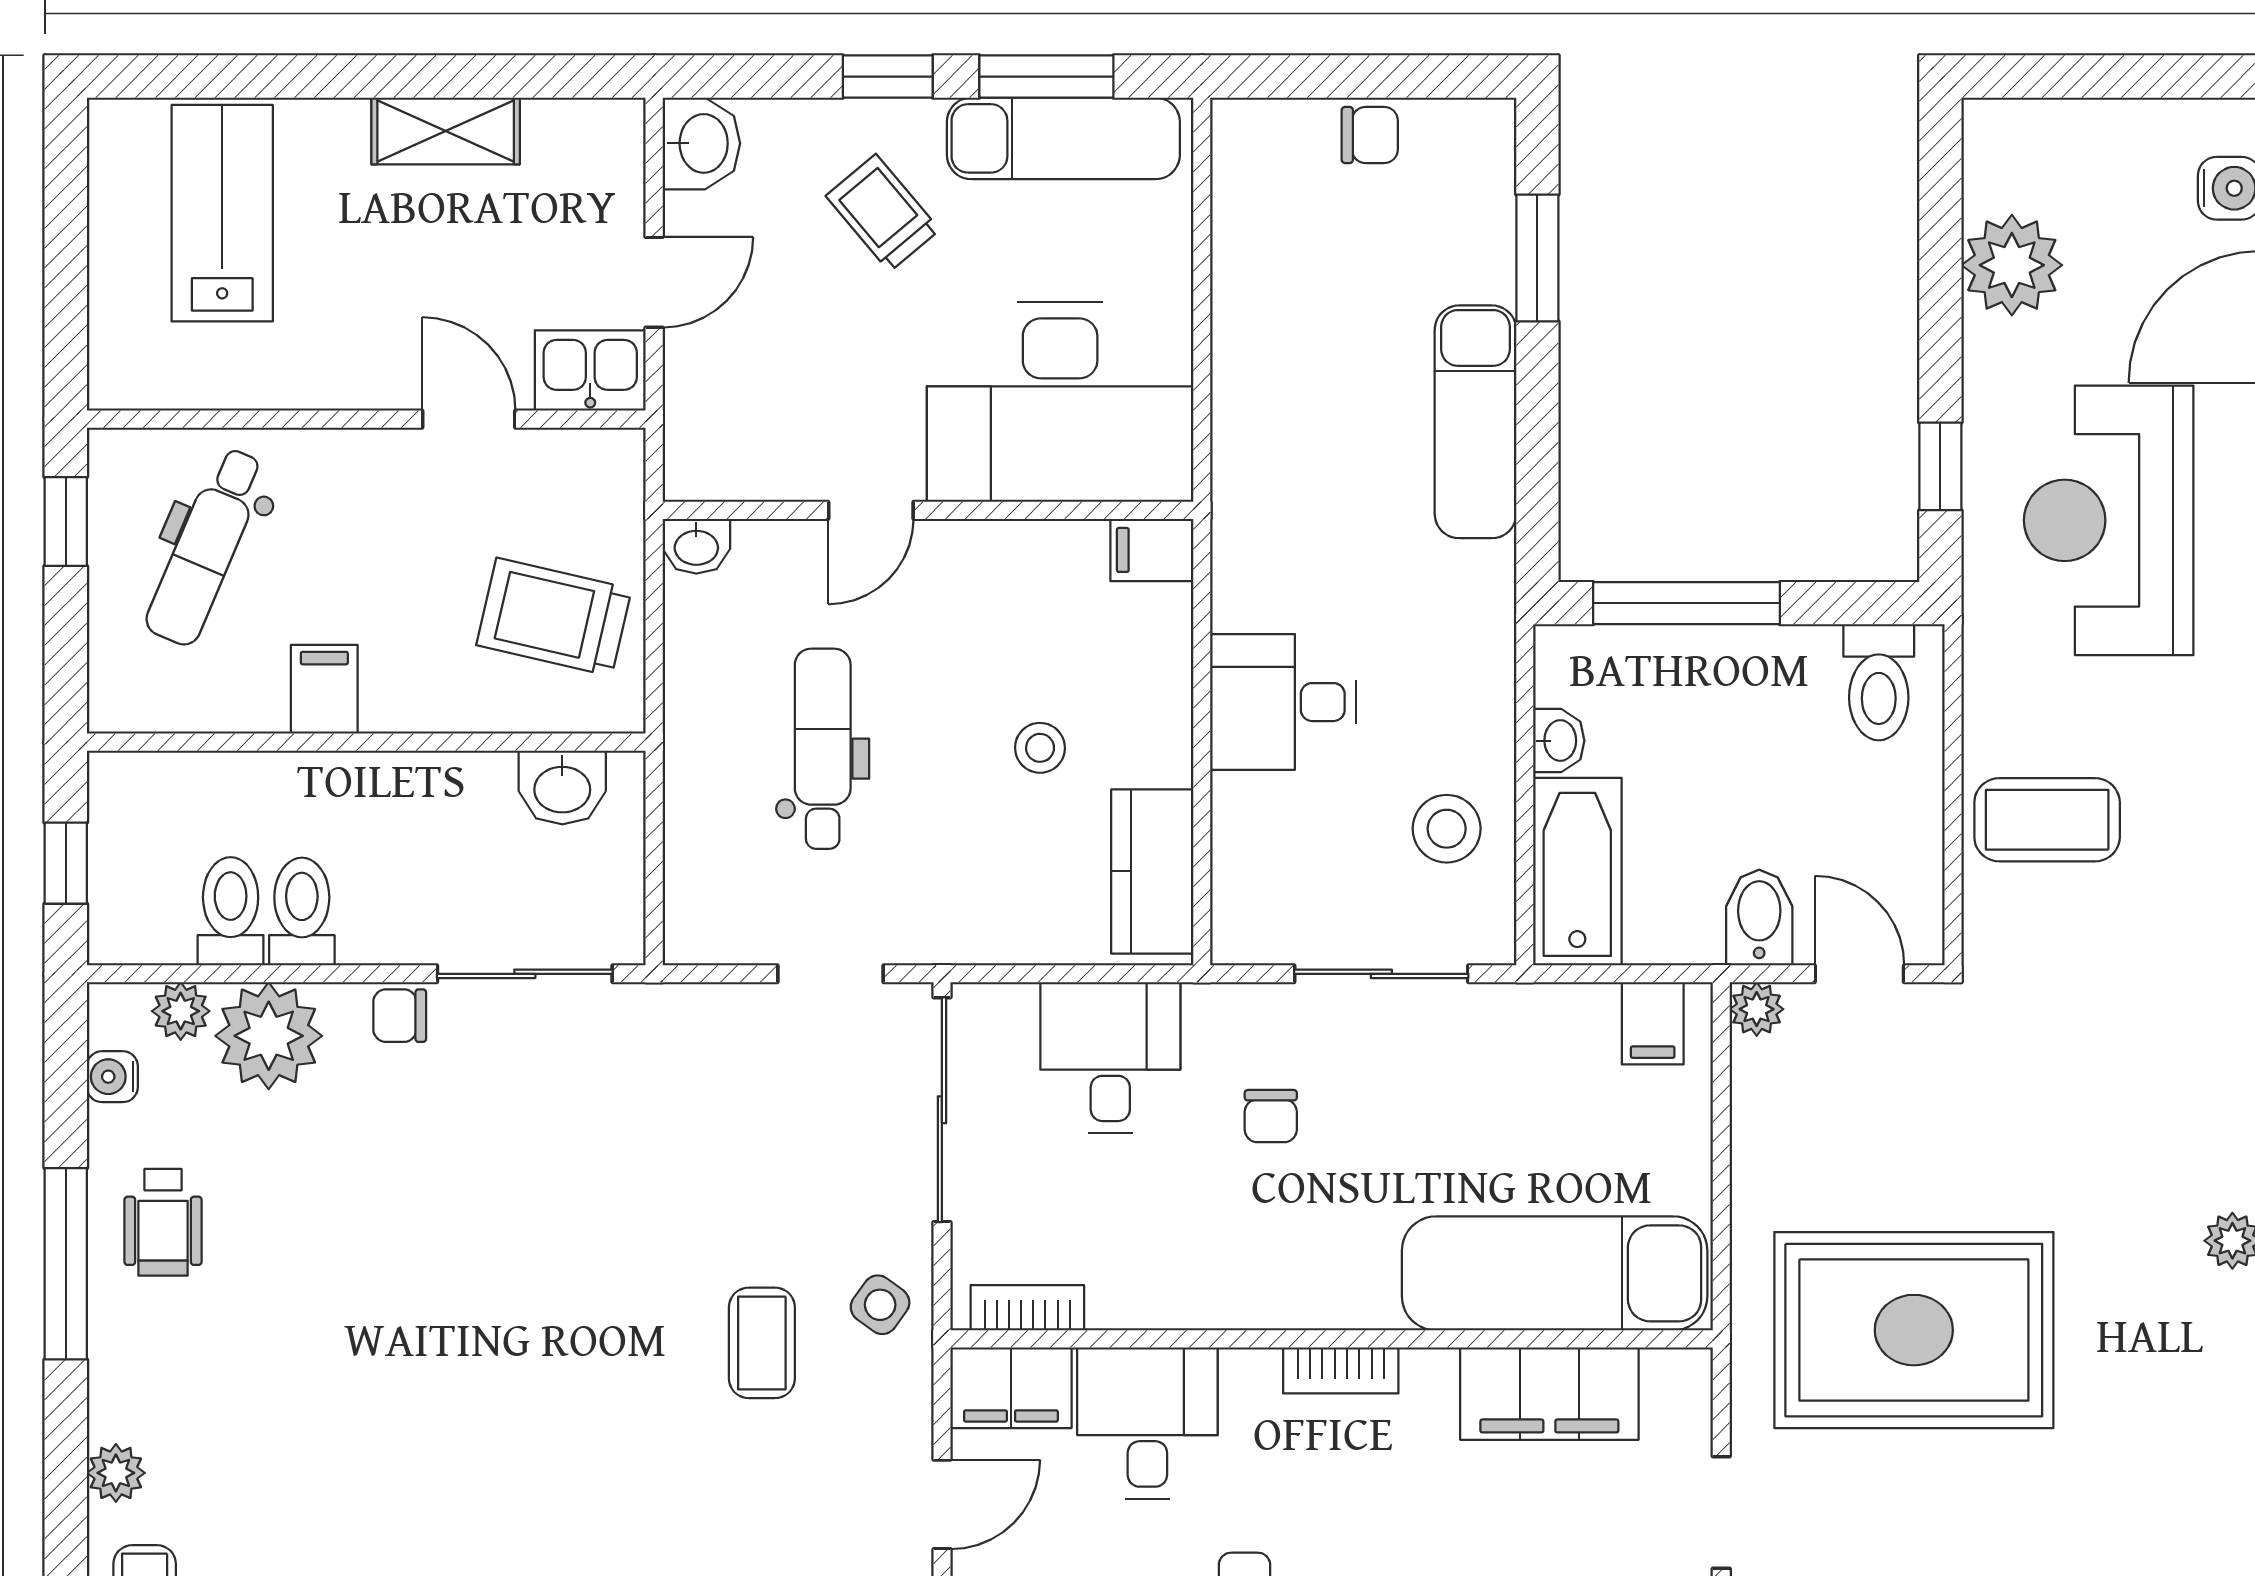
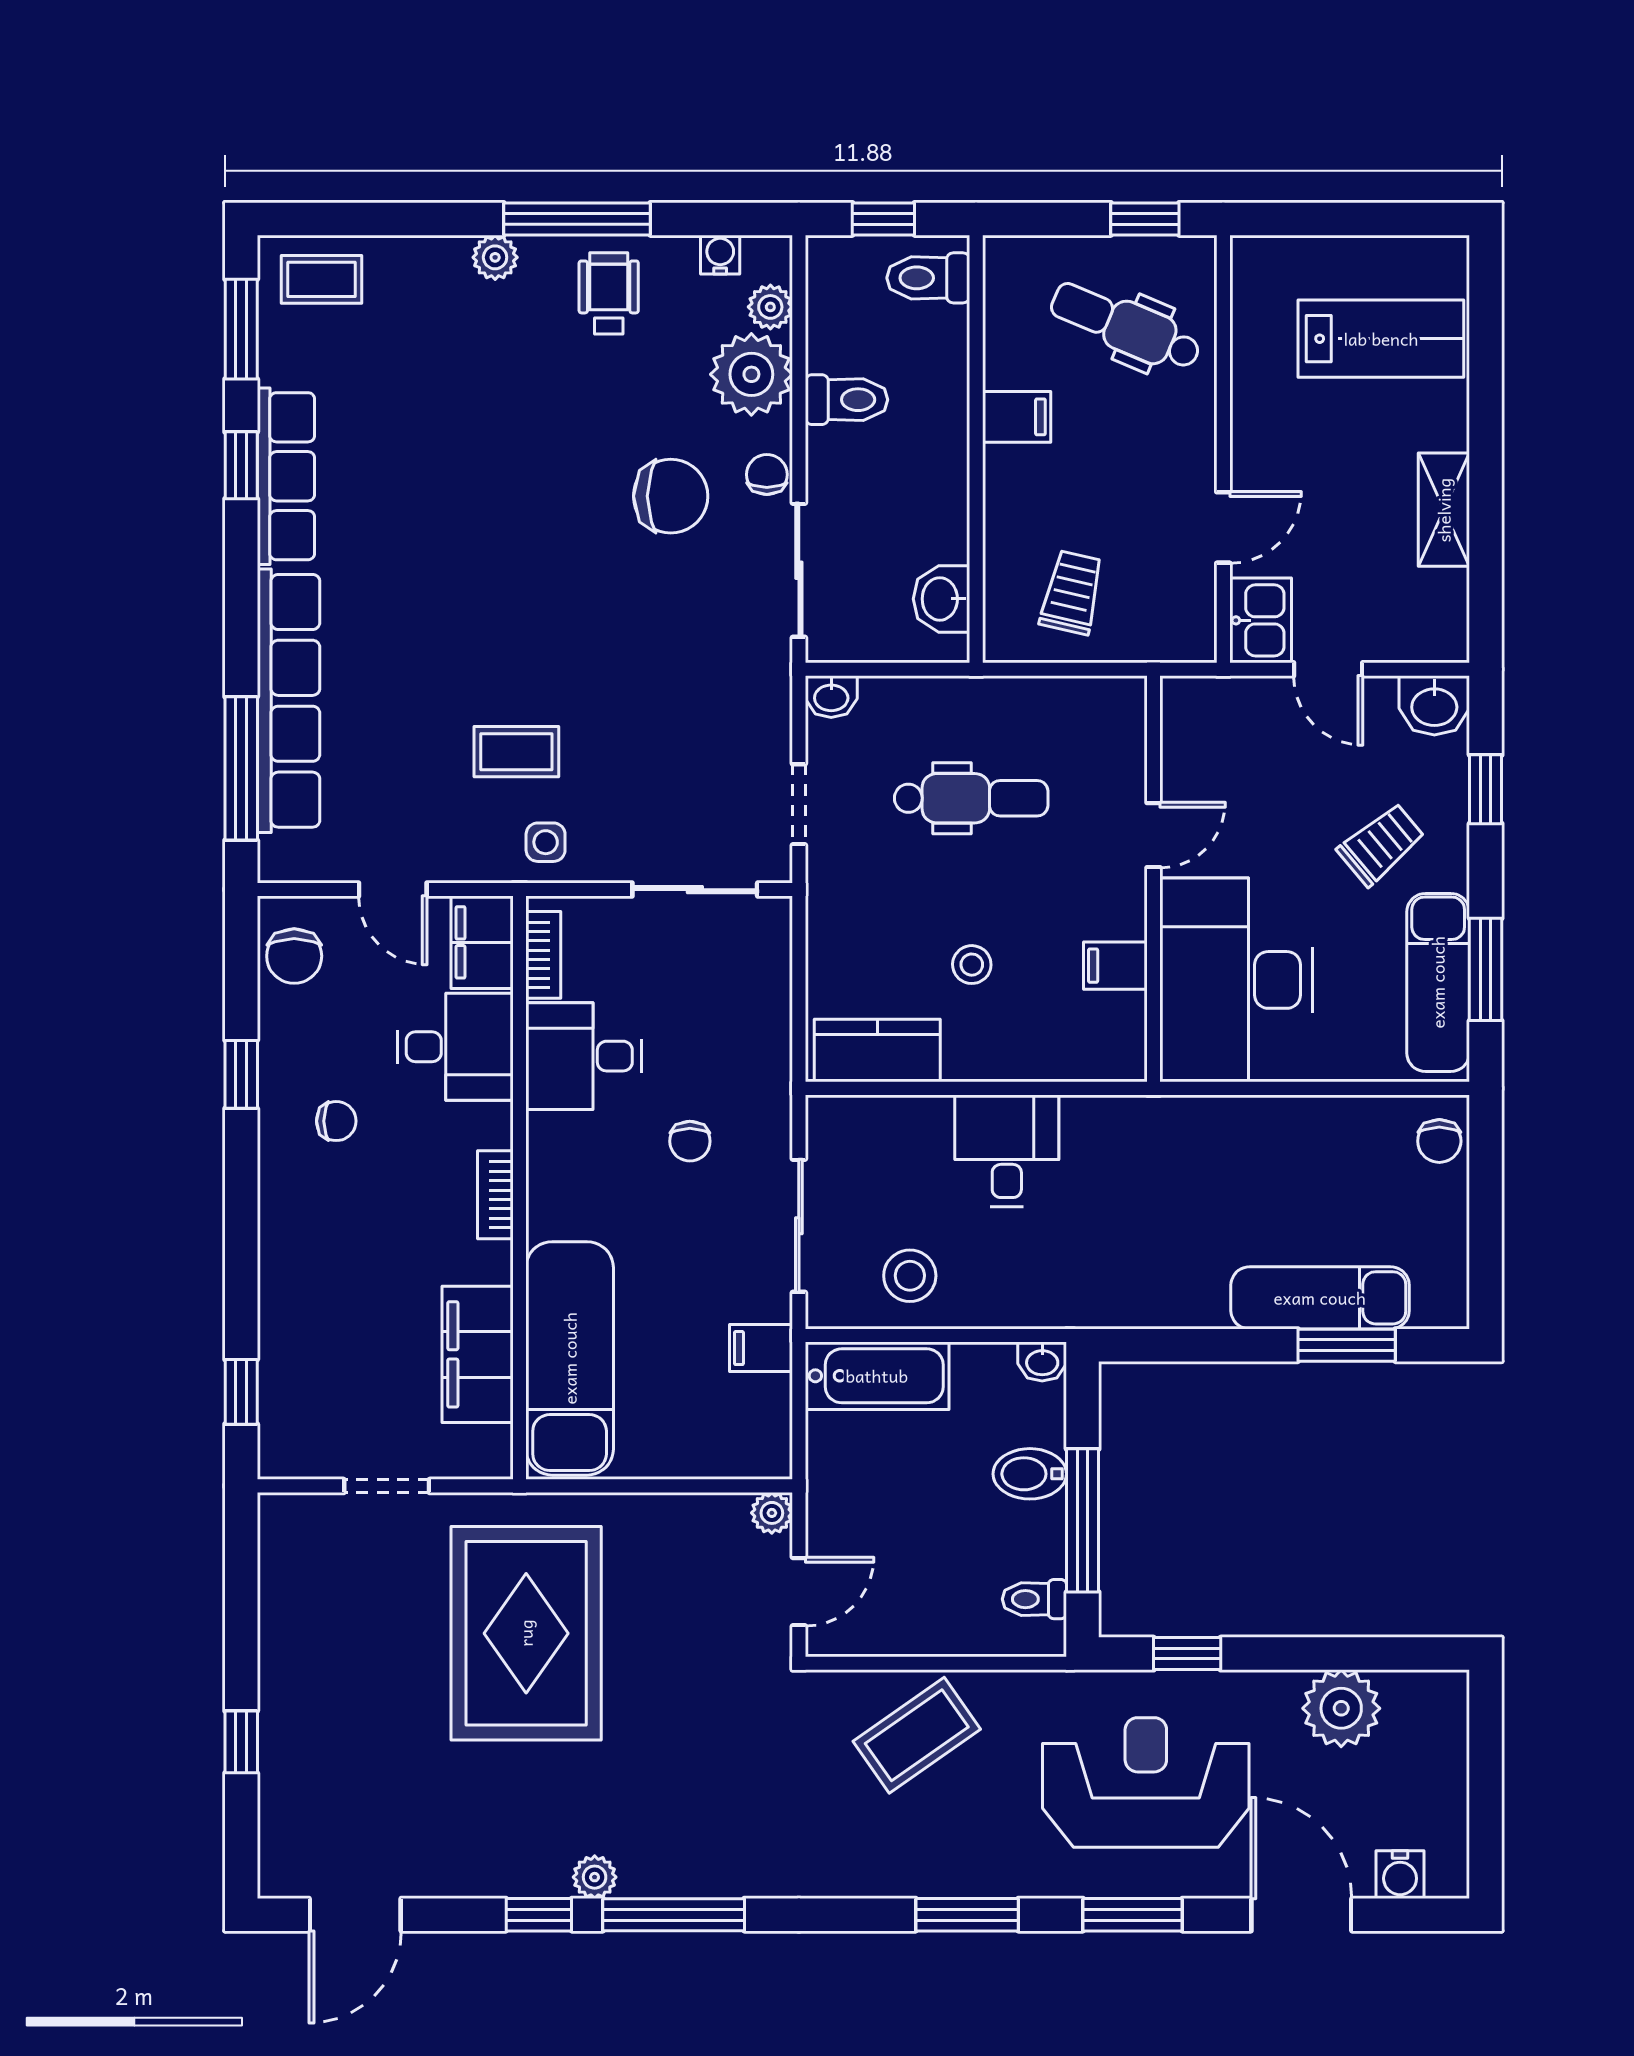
window: (888, 77) -> (1486, 789), moved
chair: (1370, 135) -> (1439, 1141), moved
exam couch: (1475, 422) -> (1320, 1298), moved
door: (871, 510) -> (1153, 835), swing flipped
washbasin: (696, 546) -> (831, 697), moved, turned -90
filing cabinet: (1152, 550) -> (1115, 966), moved, turned -90
window: (1687, 603) -> (1083, 1520), moved
trolley: (554, 617) -> (1072, 593), width x0.73, depth x0.72
toilet: (1879, 682) -> (1034, 1599), width x0.73, depth x0.72
washbasin: (1559, 741) -> (1042, 1362), moved
coffee table: (2047, 820) -> (917, 1735), turned 55
toilet: (231, 911) -> (928, 278), moved, turned 180
bidet: (1759, 918) -> (1030, 1474), moved, turned 180
filing cabinet: (1653, 1023) -> (761, 1348), moved
desk: (1110, 1058) -> (584, 1056), moved, turned 180
sliding door: (942, 1110) -> (695, 890), width x0.73
chair: (1271, 1116) -> (690, 1141), turned -90
chair: (428, 1141) -> (671, 496), added
wheelchair: (163, 1222) -> (609, 293), turned 90
side table: (880, 1305) -> (546, 842), turned -36
plant: (116, 1473) -> (495, 257), moved

